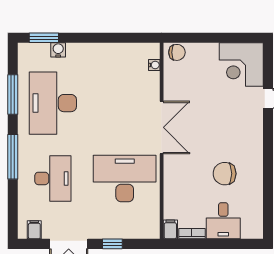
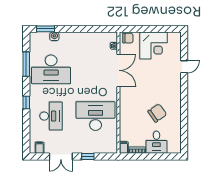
corner desk: (241, 64) -> (154, 46), moved, turned -90
desk: (53, 103) -> (51, 69), turned -90
double door: (162, 127) -> (118, 70), moved
window: (13, 157) -> (26, 103), width x0.46
chair: (225, 174) -> (157, 113), turned 145

